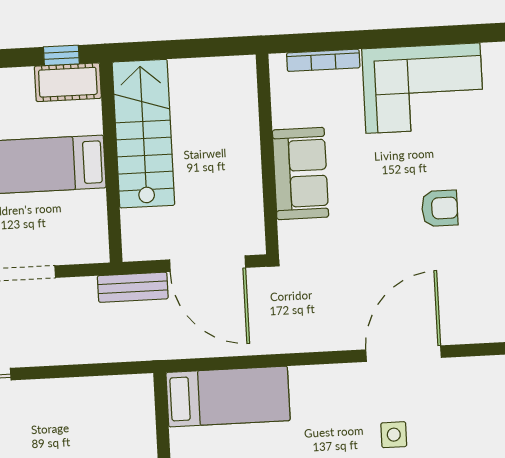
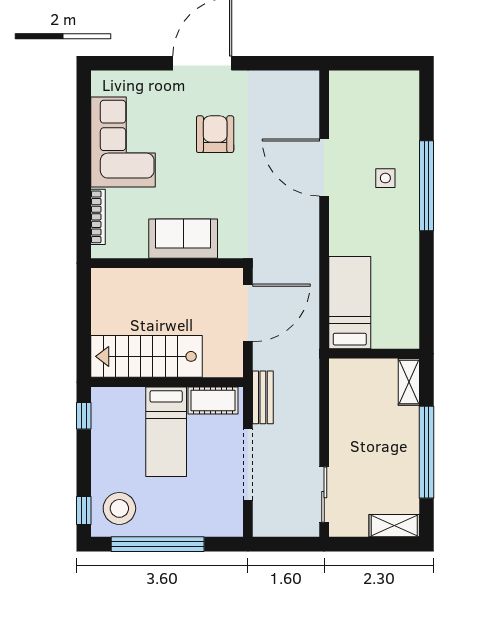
cot: (68, 82) -> (213, 401), moved, turned 90
armchair: (440, 208) -> (215, 134), width x1.38, depth x1.38
bench: (133, 287) -> (263, 397), moved

